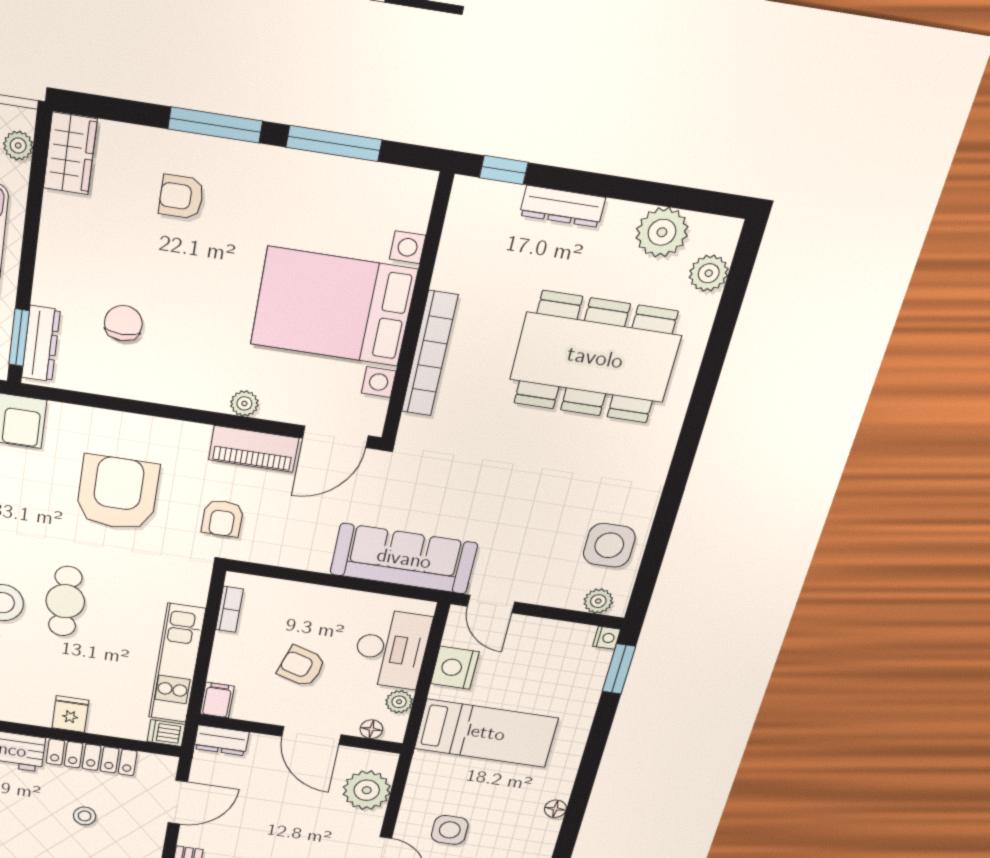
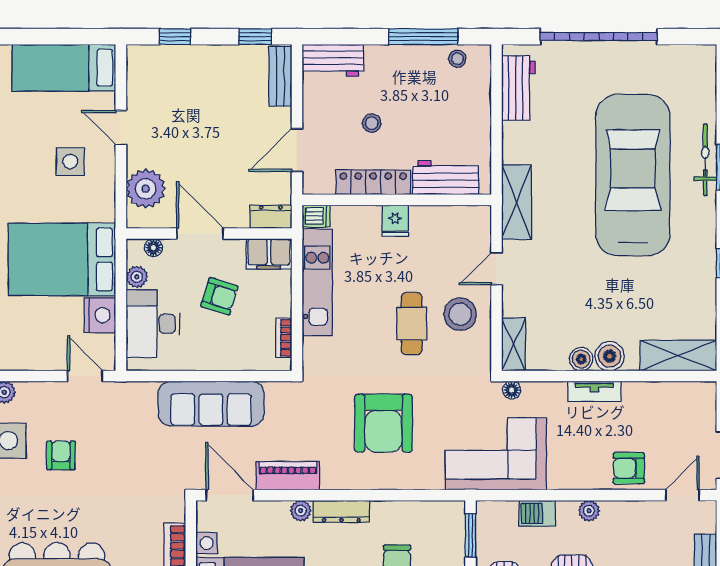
dresser: (41, 344) -> (341, 511), moved, turned -90
door: (335, 437) -> (230, 495), hinge flipped
armchair: (222, 518) -> (61, 455), moved
sofa: (404, 559) -> (211, 404), moved
filing cabinet: (217, 700) -> (269, 254), width x2.00
bed: (486, 733) -> (62, 259), width x1.50

